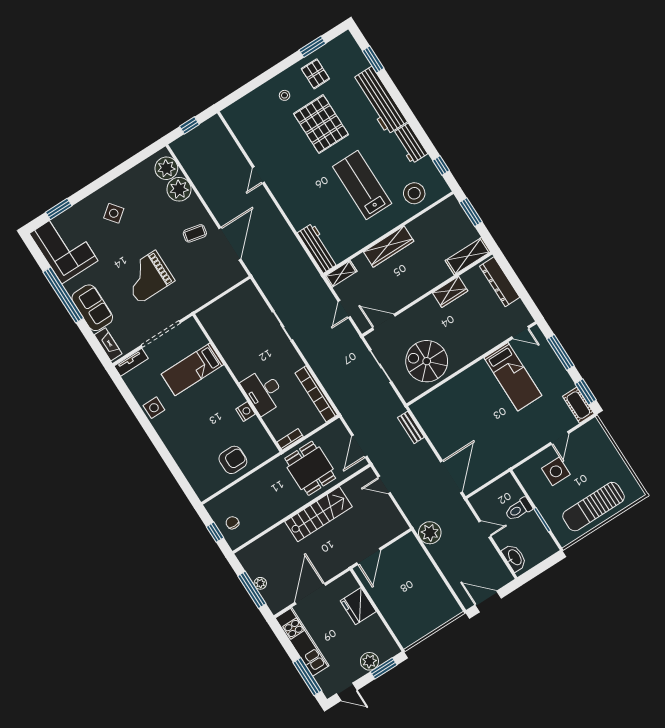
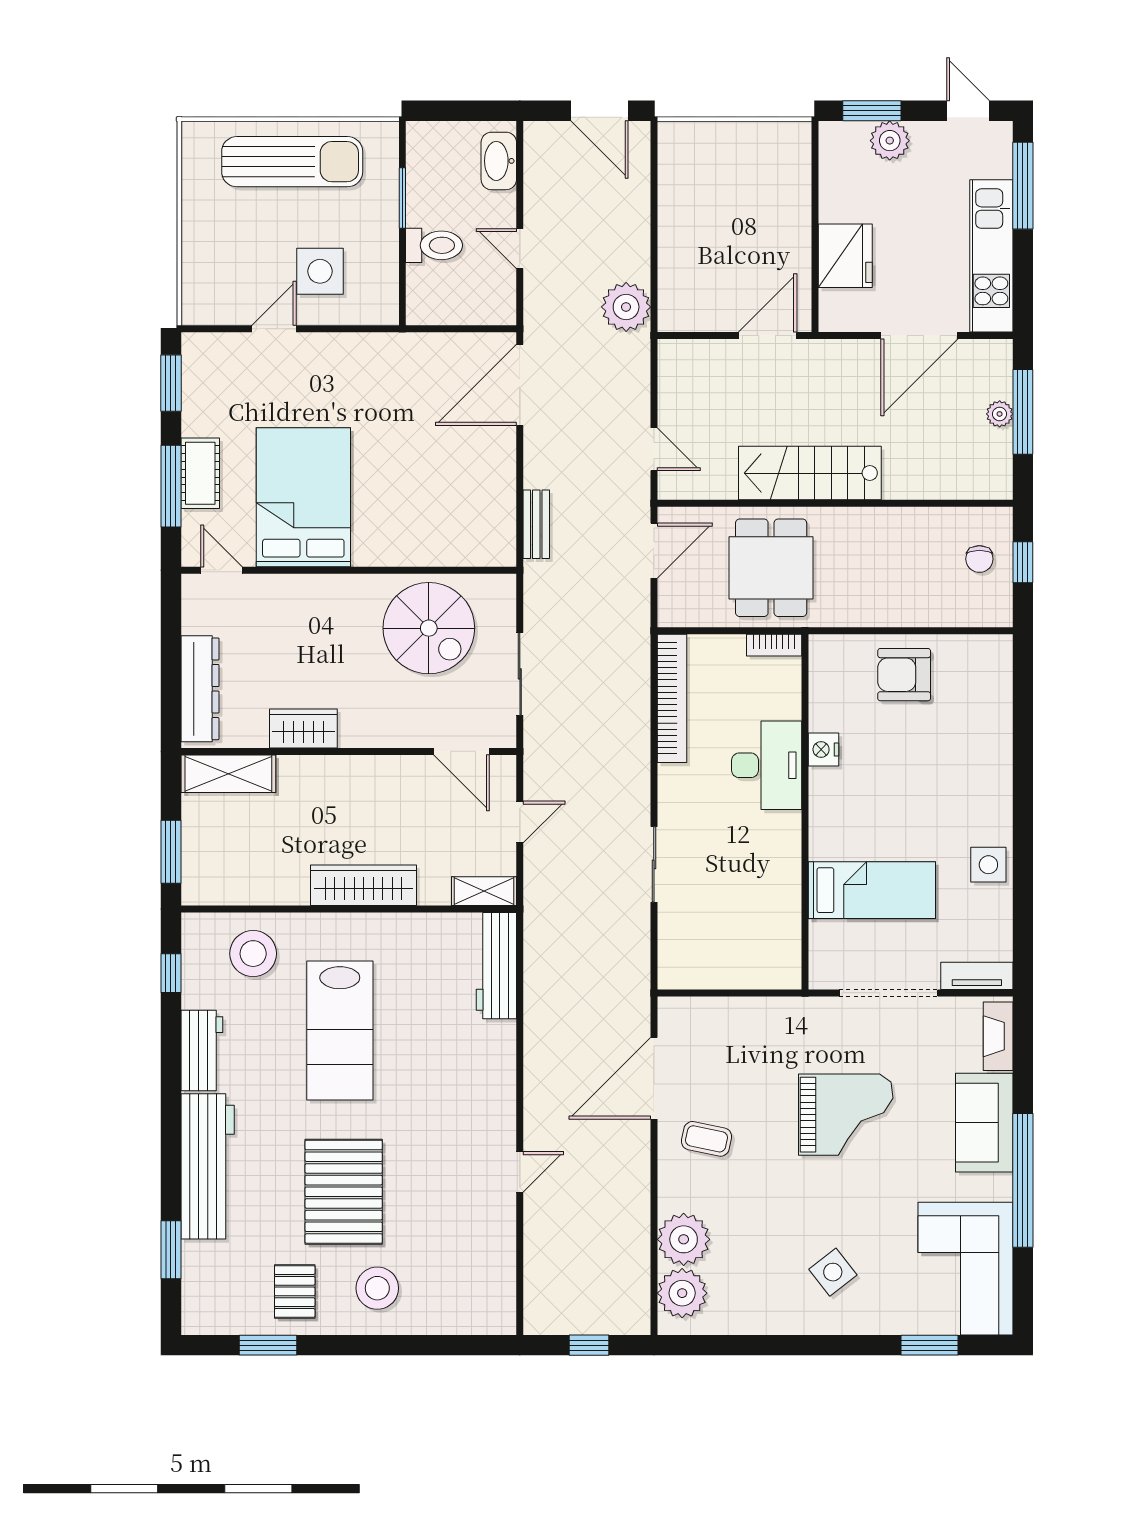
stool: (285, 95) -> (377, 1288), width x1.89, depth x1.89
bed: (513, 377) -> (303, 497), width x1.50
cot: (578, 405) -> (200, 473), moved

